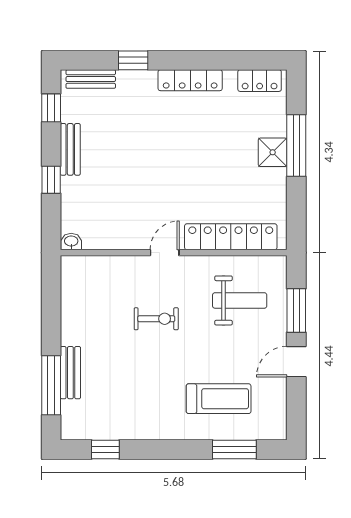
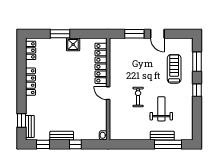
window: (133, 60) -> (22, 121), moved
window: (296, 146) -> (60, 34), width x0.69
shower: (273, 152) -> (73, 44), moved
weight bench: (240, 300) -> (161, 109), moved
window: (105, 449) -> (197, 90), moved

